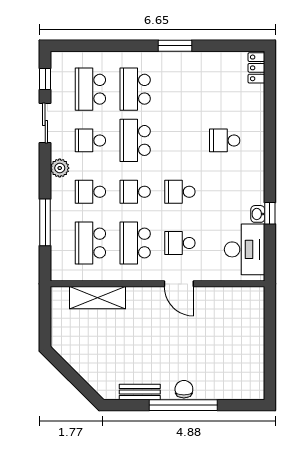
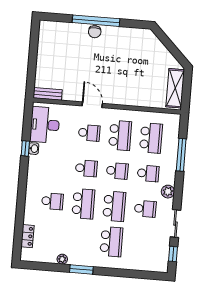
plant: (204, 58) -> (62, 259), added
locker: (256, 68) -> (27, 236), moved
school desk: (90, 89) -> (83, 204), moved
shelving: (98, 298) -> (175, 88), moved, turned 90
bench: (140, 392) -> (48, 94), moved

